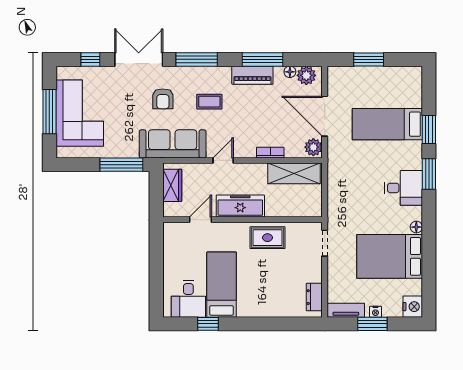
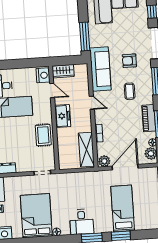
wardrobe: (172, 185) -> (63, 71), moved
freezer: (240, 206) -> (63, 116), width x0.71
nightstand: (176, 232) -> (43, 75), added

